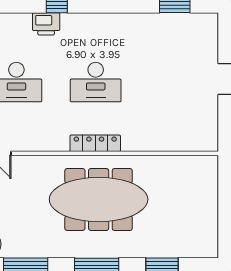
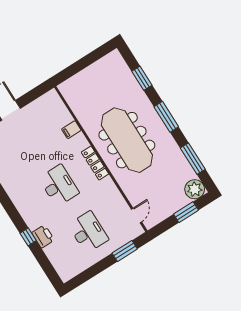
filing cabinet: (154, 140) -> (71, 130), added

